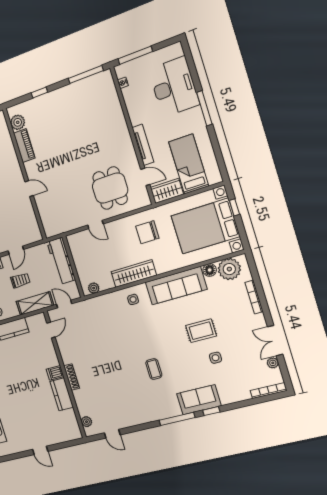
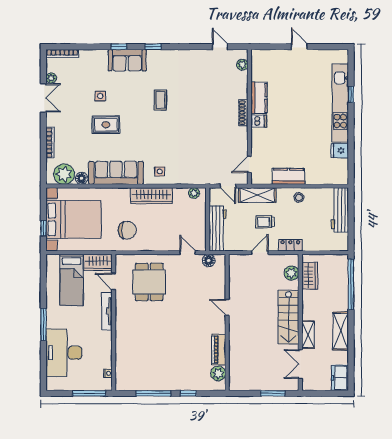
window: (86, 74) -> (153, 393), moved
door: (95, 225) -> (188, 253), moved
floor lamp: (60, 228) -> (209, 261), added
window: (177, 419) -> (153, 47), width x0.46

